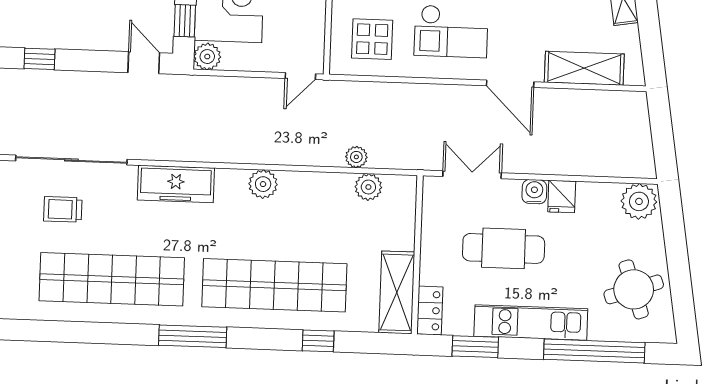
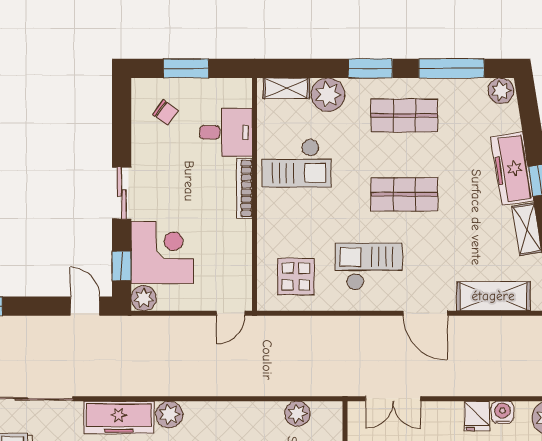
checkout: (451, 31) -> (369, 267), turned 180
plant: (356, 157) -> (285, 386), removed
double door: (472, 175) -> (393, 399), swing flipped
plant: (263, 184) -> (169, 415), moved
water cooler: (534, 192) -> (502, 412), moved

